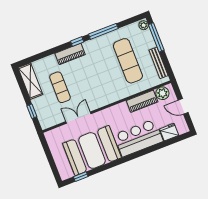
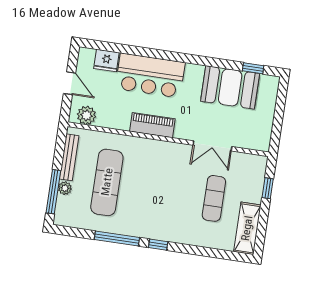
plant: (144, 25) -> (65, 188), moved
piano: (70, 54) -> (176, 234), removed
piano: (142, 101) -> (152, 125), moved
booth: (92, 151) -> (230, 87), width x0.73, depth x0.70

